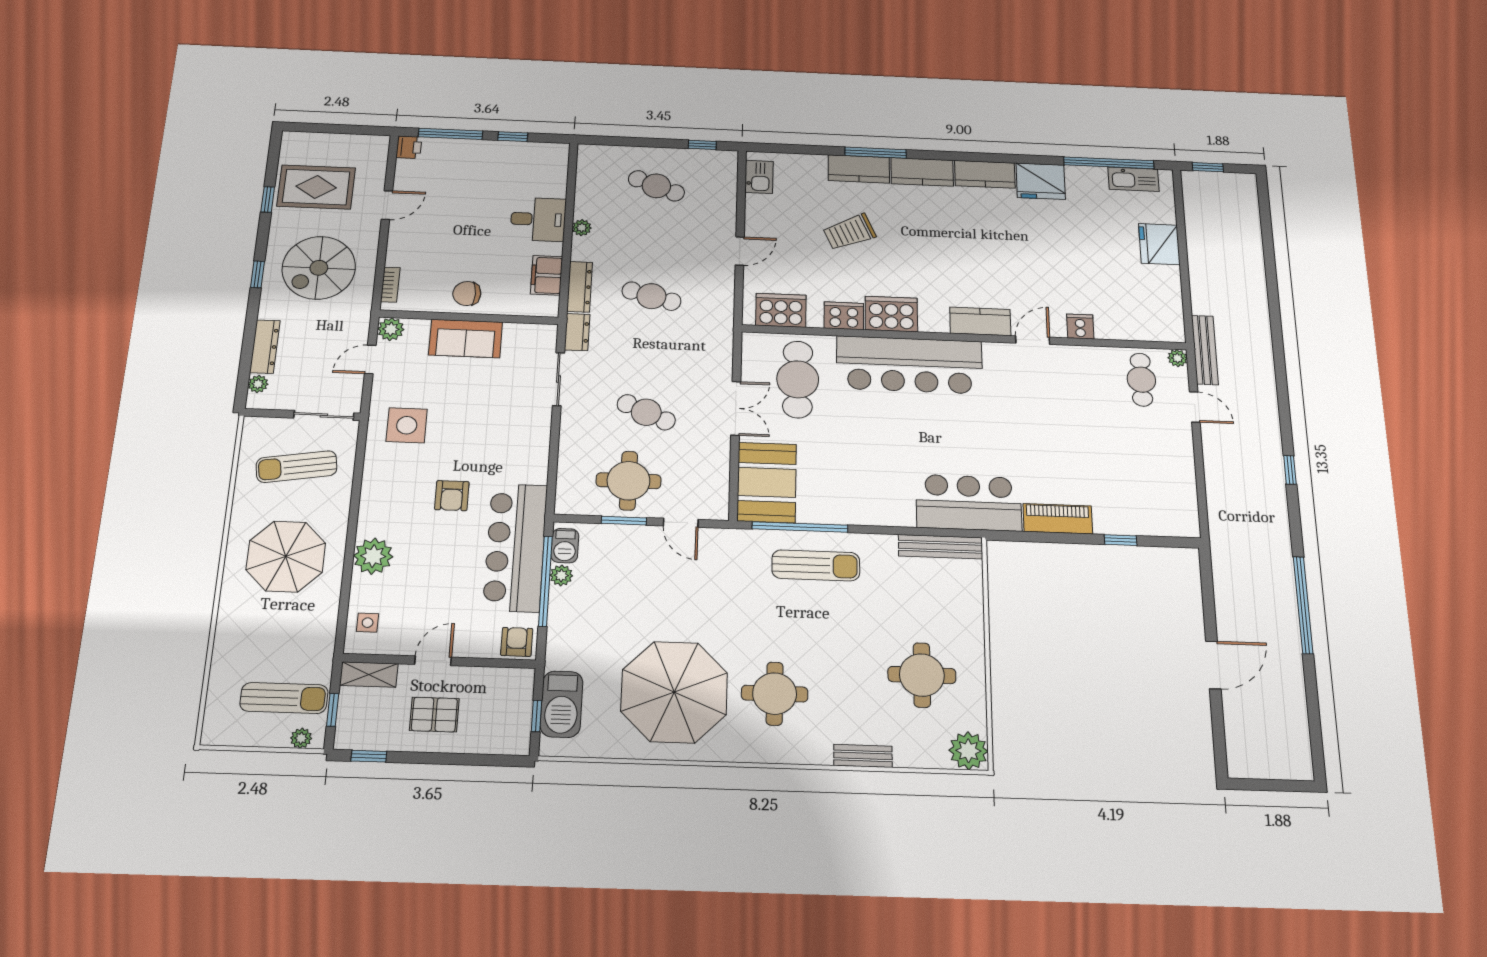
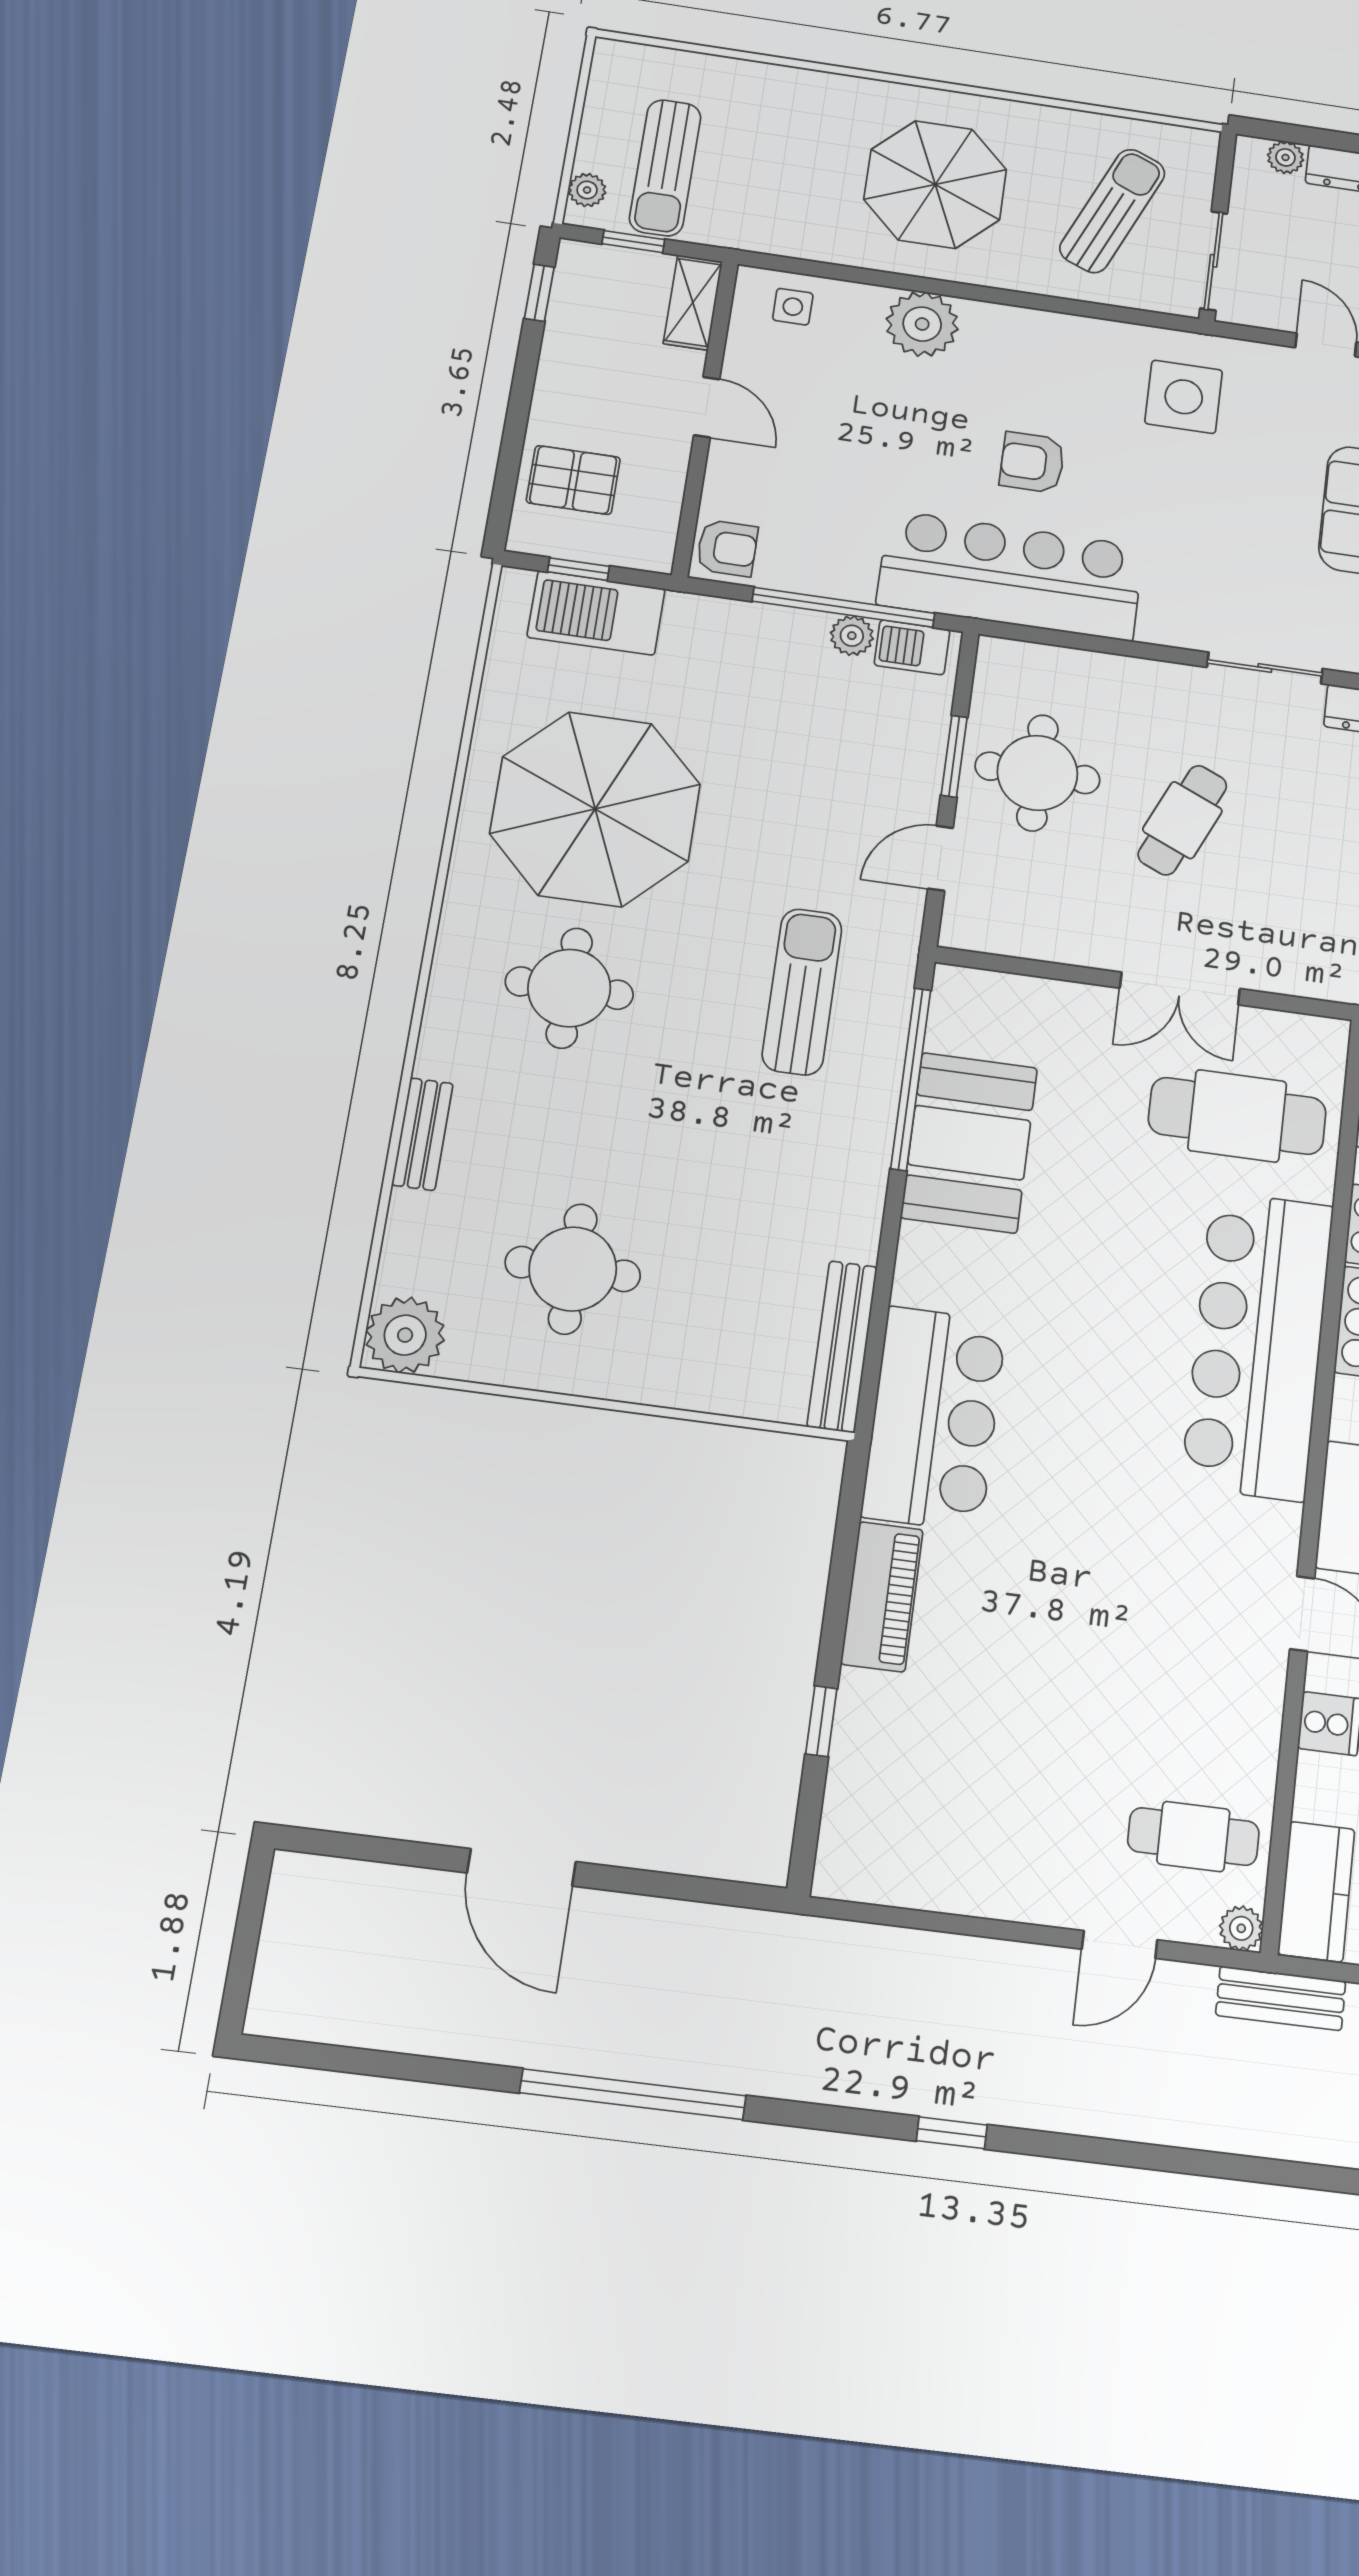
kitchen counter: (1155, 329) -> (1316, 1892), added
bench: (1205, 350) -> (1281, 1998), width x0.73
sun lounger: (297, 467) -> (1112, 211), turned 32
booth: (767, 482) -> (969, 1143), moved, turned 90
bar counter: (515, 547) -> (1010, 575), moved
sun lounger: (816, 565) -> (802, 992), moved, turned 180
pallet: (434, 715) -> (573, 480), moved, turned 90

